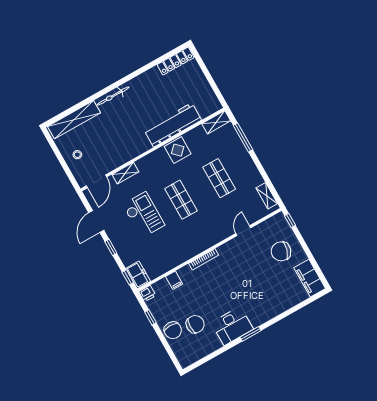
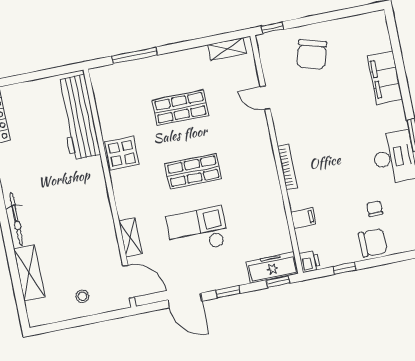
shelving: (74, 120) -> (29, 273), width x0.68
shelving: (216, 122) -> (100, 86), removed
workbench: (173, 125) -> (78, 117), moved
freezer: (138, 275) -> (272, 267), width x1.40
filing cabinet: (310, 278) -> (385, 78), moved, turned 90
chair: (195, 324) -> (375, 209), width x0.54, depth x0.54

